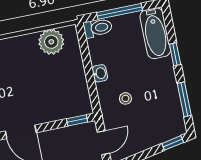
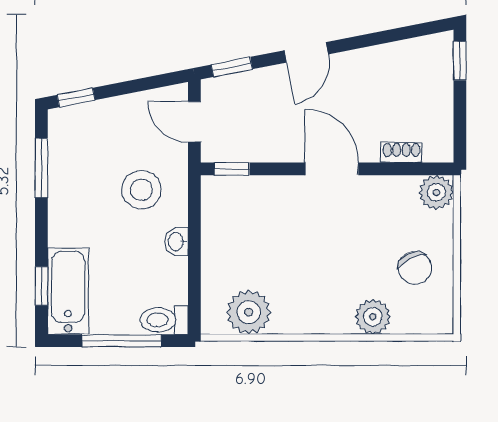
window: (175, 54) -> (41, 286), moved
stool: (125, 98) -> (141, 190), width x1.89, depth x1.89
door: (103, 143) -> (194, 122), hinge flipped

